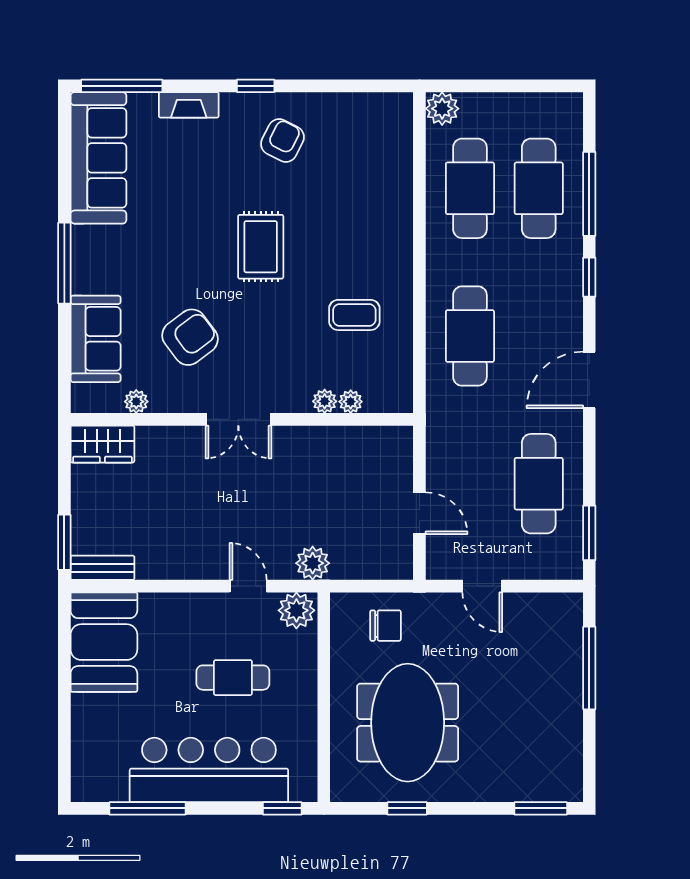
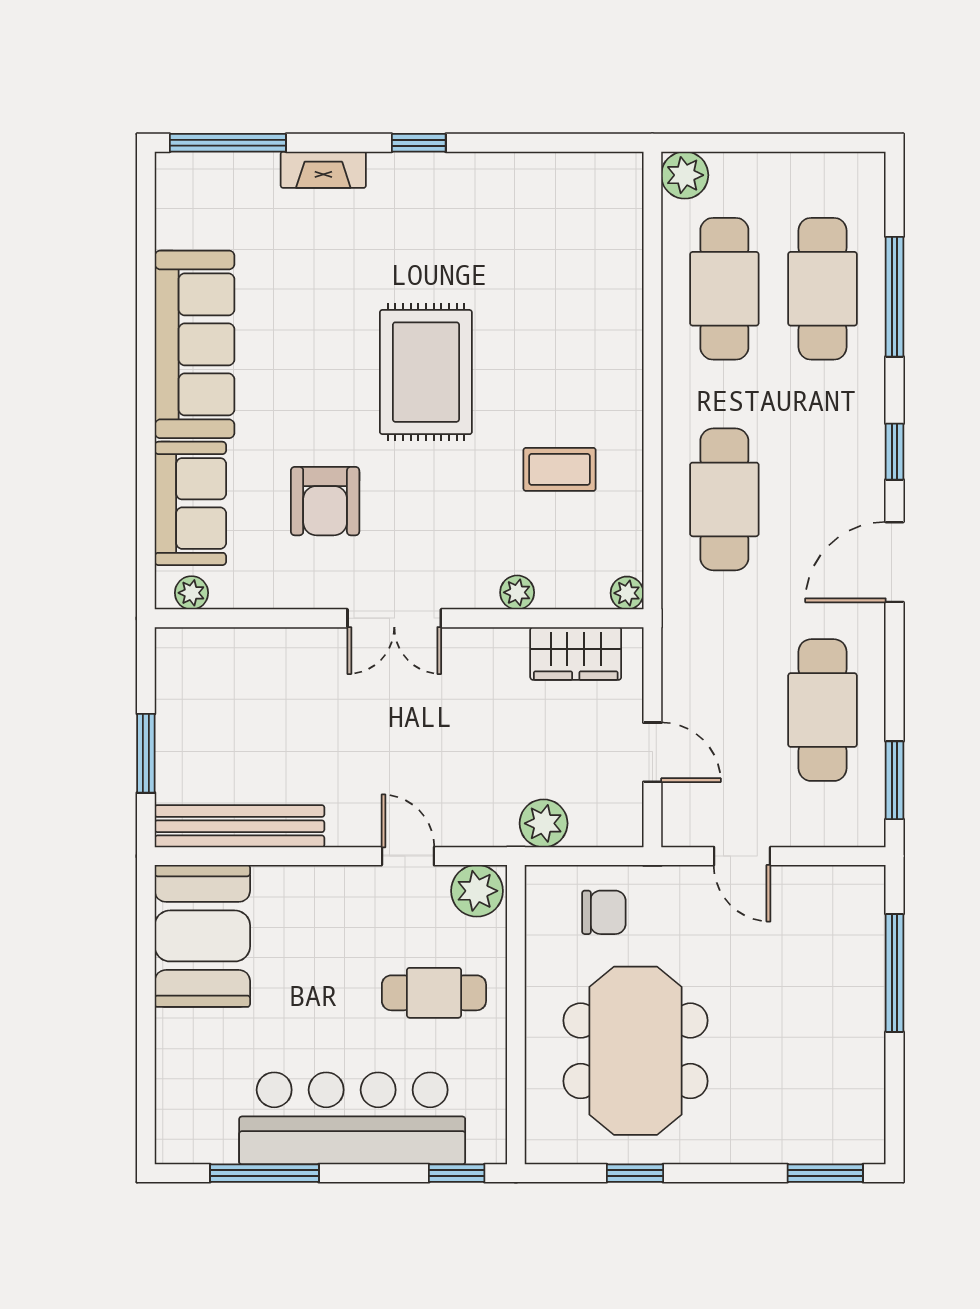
armchair: (282, 141) -> (457, 221), removed
sofa: (98, 158) -> (195, 344), moved
rug: (261, 247) -> (426, 372), width x1.36, depth x1.43
window: (64, 263) -> (146, 395), removed
window: (589, 277) -> (895, 452), moved
armchair: (190, 337) -> (325, 501), turned 127
plant: (136, 402) -> (192, 593), moved
plant: (351, 402) -> (627, 593), moved
wardrobe: (102, 444) -> (576, 653), moved
window: (64, 542) -> (146, 753), moved
plant: (313, 563) -> (544, 823), moved
bench: (102, 568) -> (240, 826), width x1.86, depth x1.21
cafe table: (233, 678) -> (434, 993), moved

